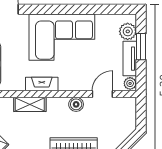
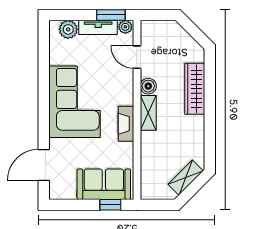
window: (141, 47) -> (111, 15), moved
shelving: (30, 104) -> (148, 113), moved

